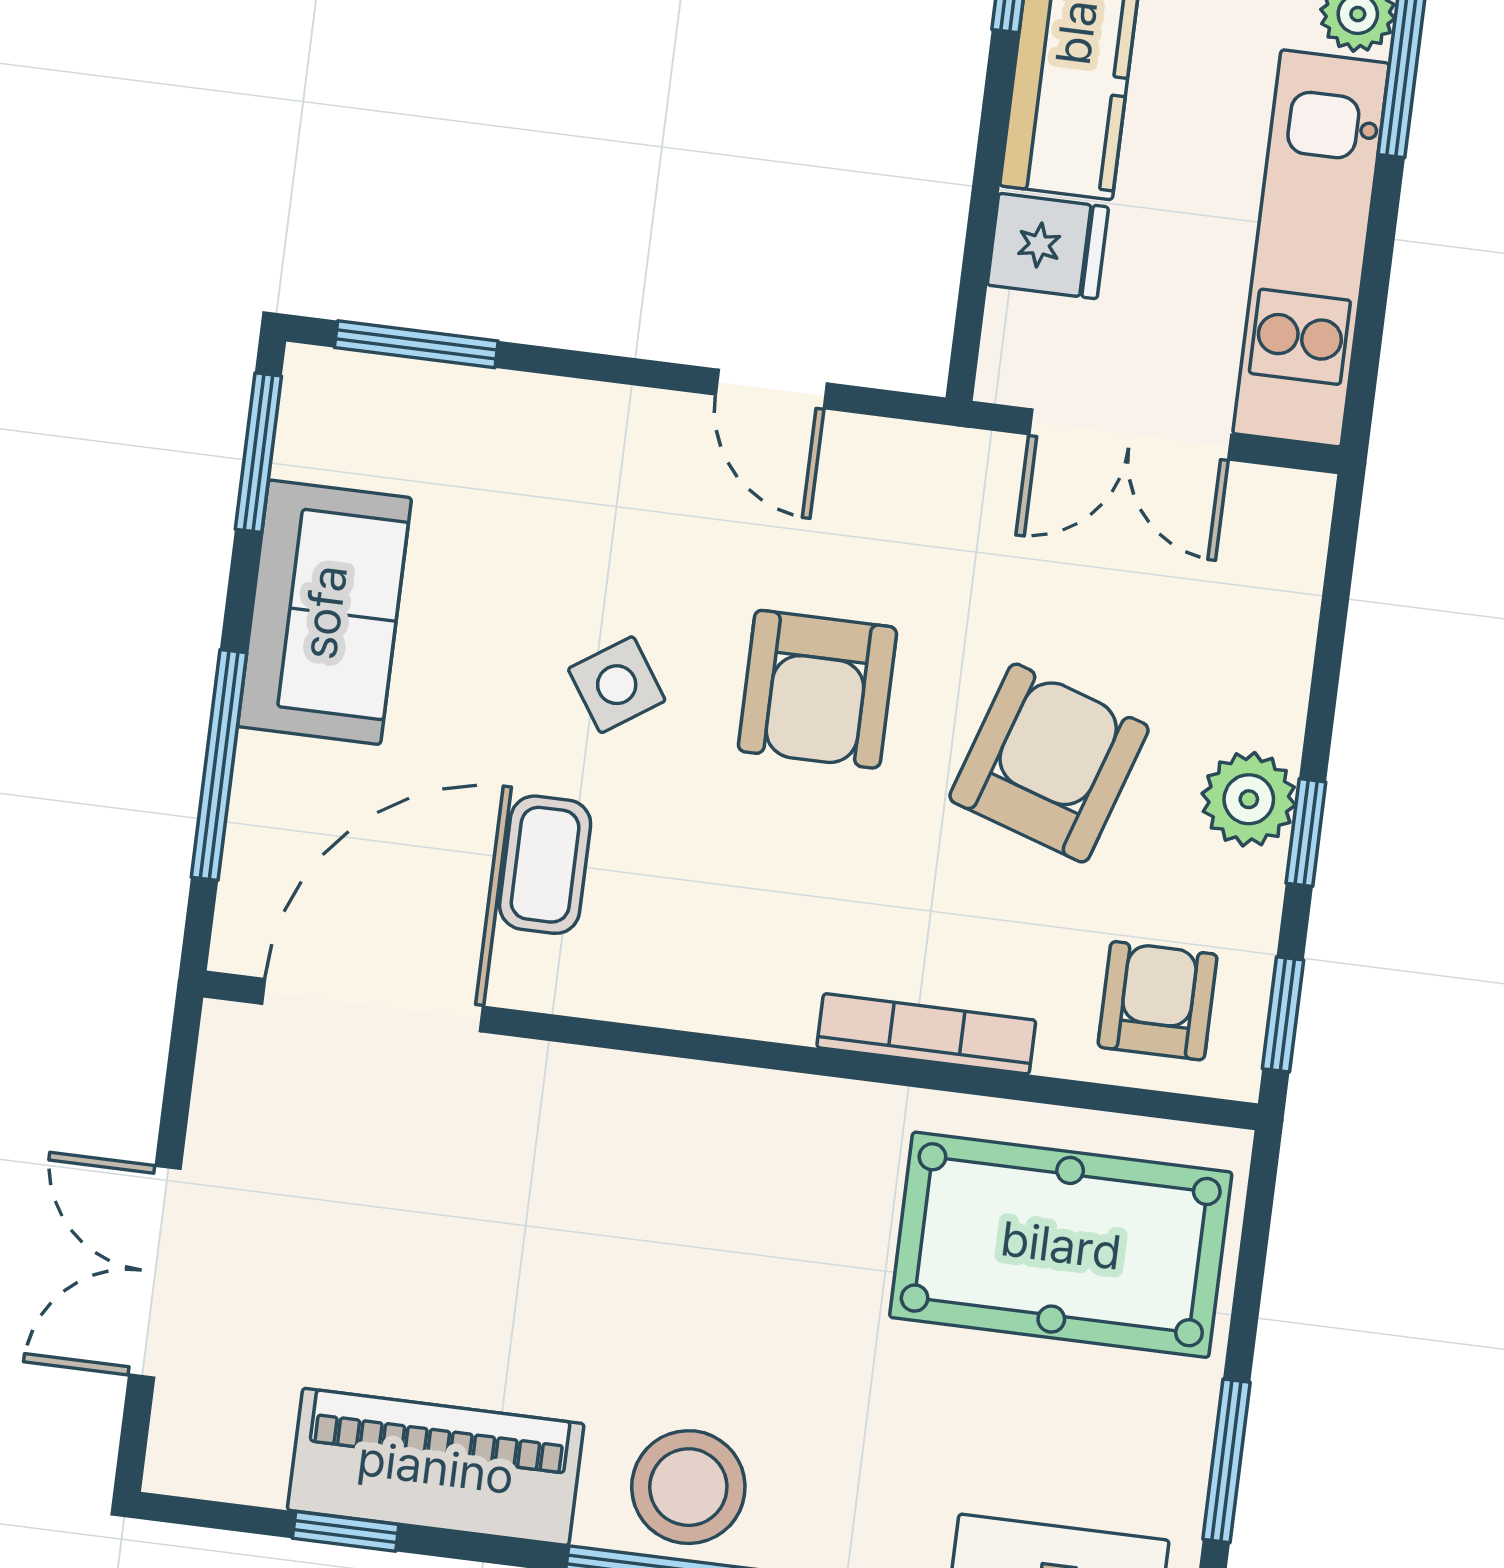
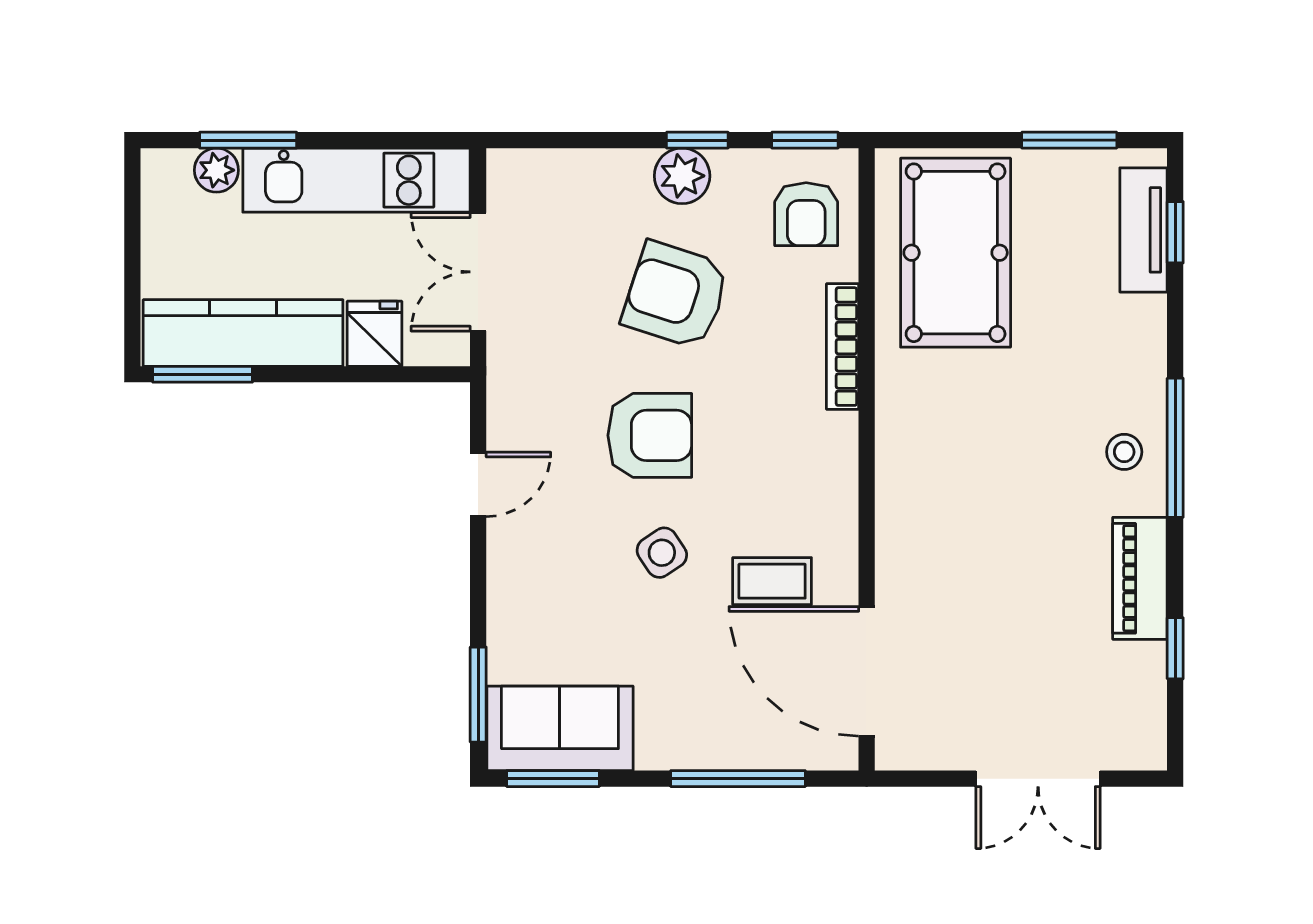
double door: (1130, 434) -> (478, 272), swing flipped
sofa: (324, 612) -> (560, 728), moved
armchair: (1158, 1001) -> (806, 214), turned -90
piano: (436, 1467) -> (1140, 578), width x0.73, depth x0.75
stool: (688, 1487) -> (1124, 452), width x0.53, depth x0.53

